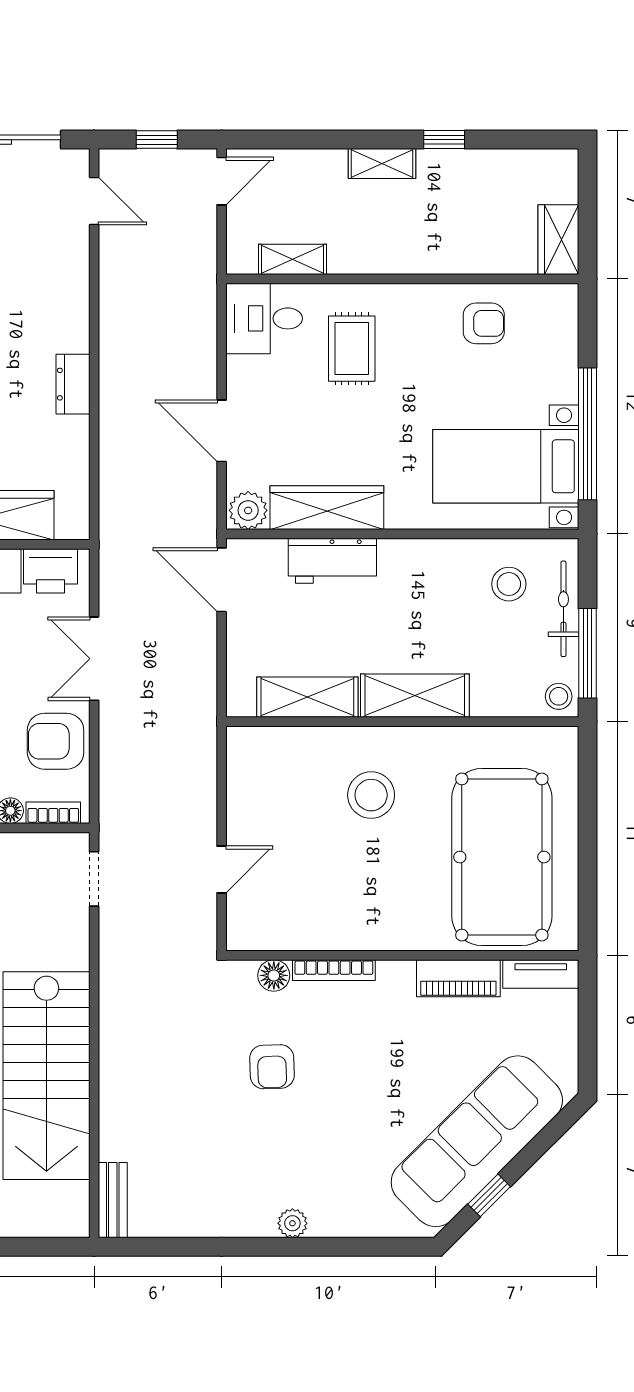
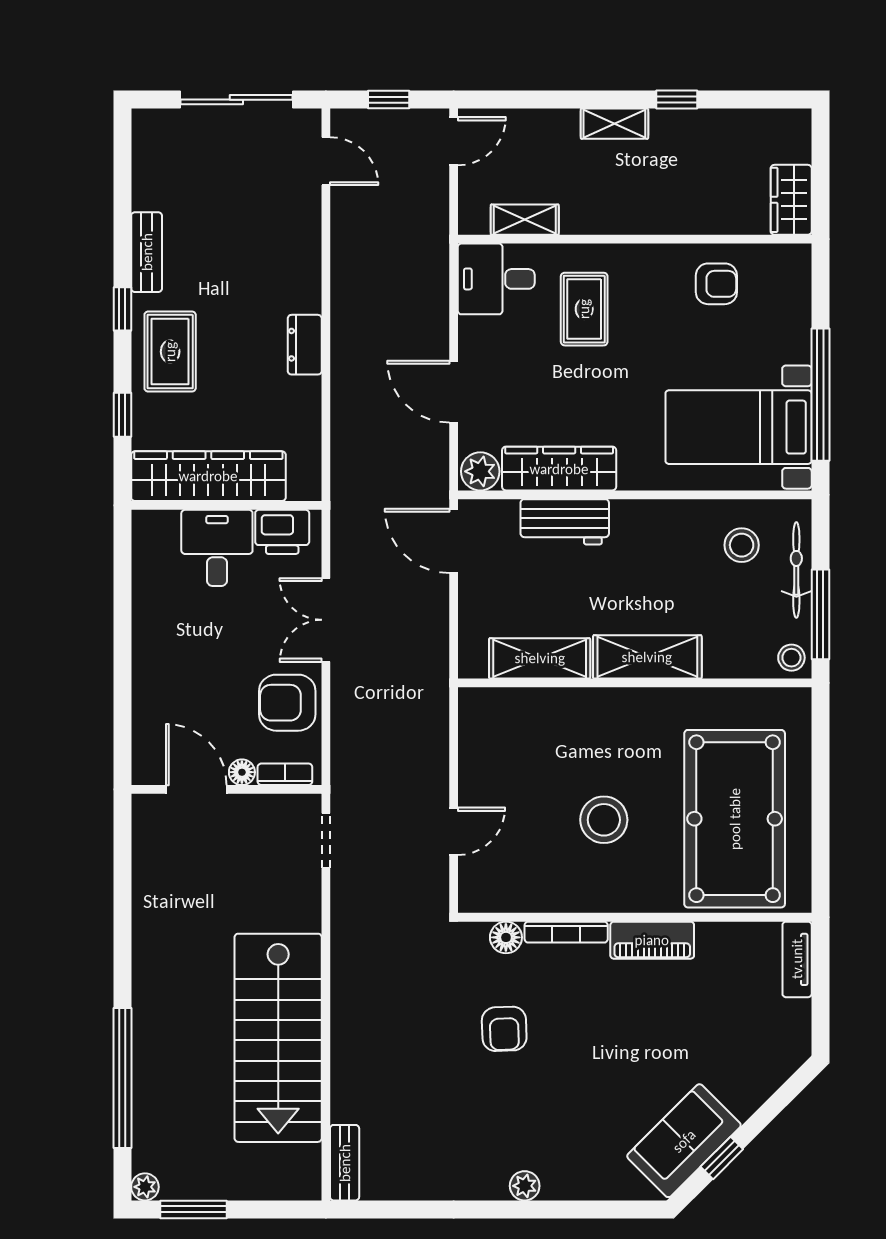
stool: (371, 795) -> (604, 820), moved
tv unit: (541, 974) -> (797, 959), moved, turned 90
piano: (458, 978) -> (652, 940), moved
sofa: (477, 1141) -> (684, 1141), width x0.54, depth x0.79

